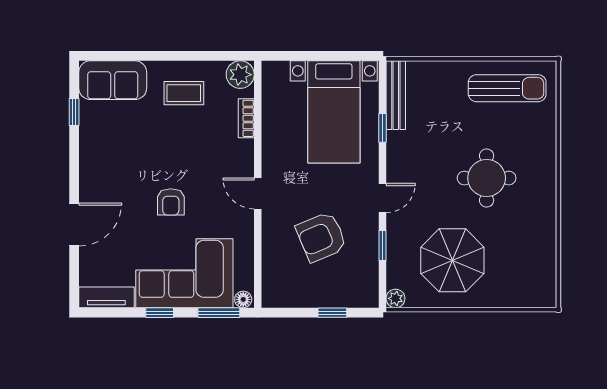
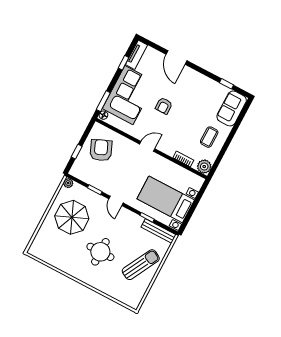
sun lounger: (507, 88) -> (141, 265), moved, turned -152
armchair: (171, 202) -> (164, 106), turned -90
armchair: (321, 237) -> (101, 150), moved
window: (160, 313) -> (124, 63), moved

